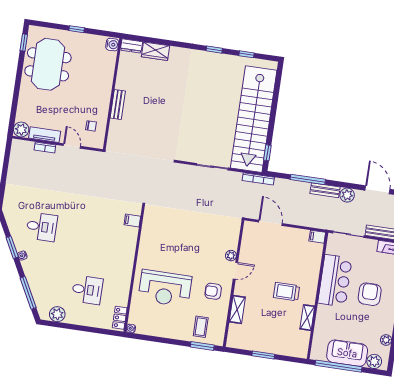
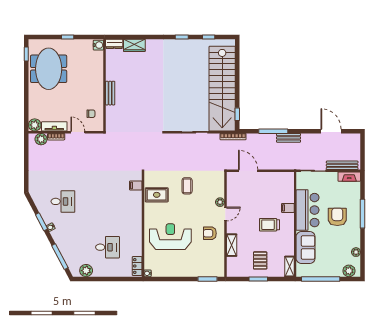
plant: (347, 195) -> (41, 139), moved
rug: (156, 235) -> (157, 195), added
filing cabinet: (317, 237) -> (288, 208), moved
reception desk: (165, 288) -> (170, 237), turned 180
shelving: (307, 318) -> (289, 267), moved
coffee table: (201, 327) -> (187, 186), moved
pallet: (269, 333) -> (260, 260), added
sofa: (347, 353) -> (306, 248), moved, turned 90

